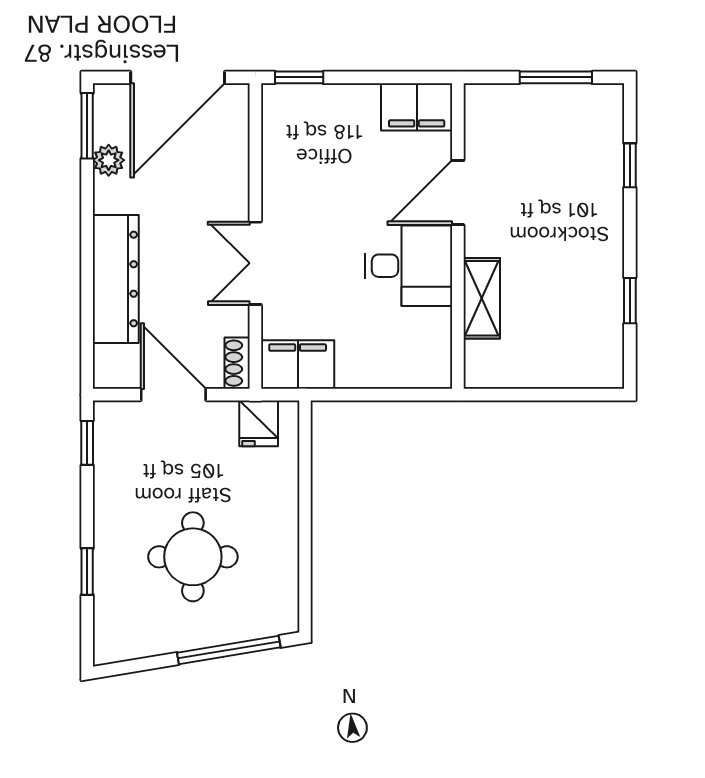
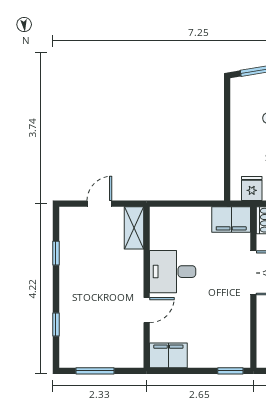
door: (458, 193) -> (147, 310), width x0.73
shelving: (482, 298) -> (134, 228), moved
door: (548, 395) -> (99, 204), added

